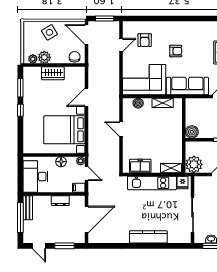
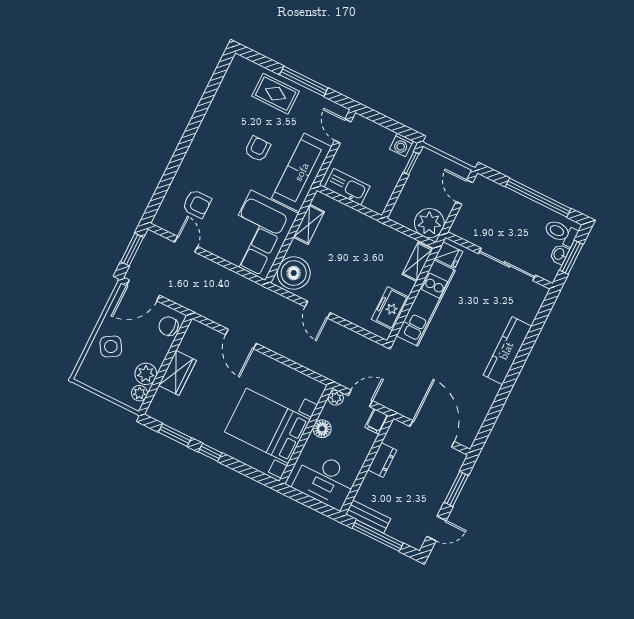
armchair: (176, 51) -> (258, 149), moved
boiler: (138, 103) -> (294, 273), width x1.86, depth x1.86
kitchen sink: (192, 113) -> (347, 187), added
door: (121, 129) -> (318, 310), hinge flipped
bed with nightstands: (64, 130) -> (267, 426), moved, turned 90
boiler: (192, 132) -> (377, 201), removed

